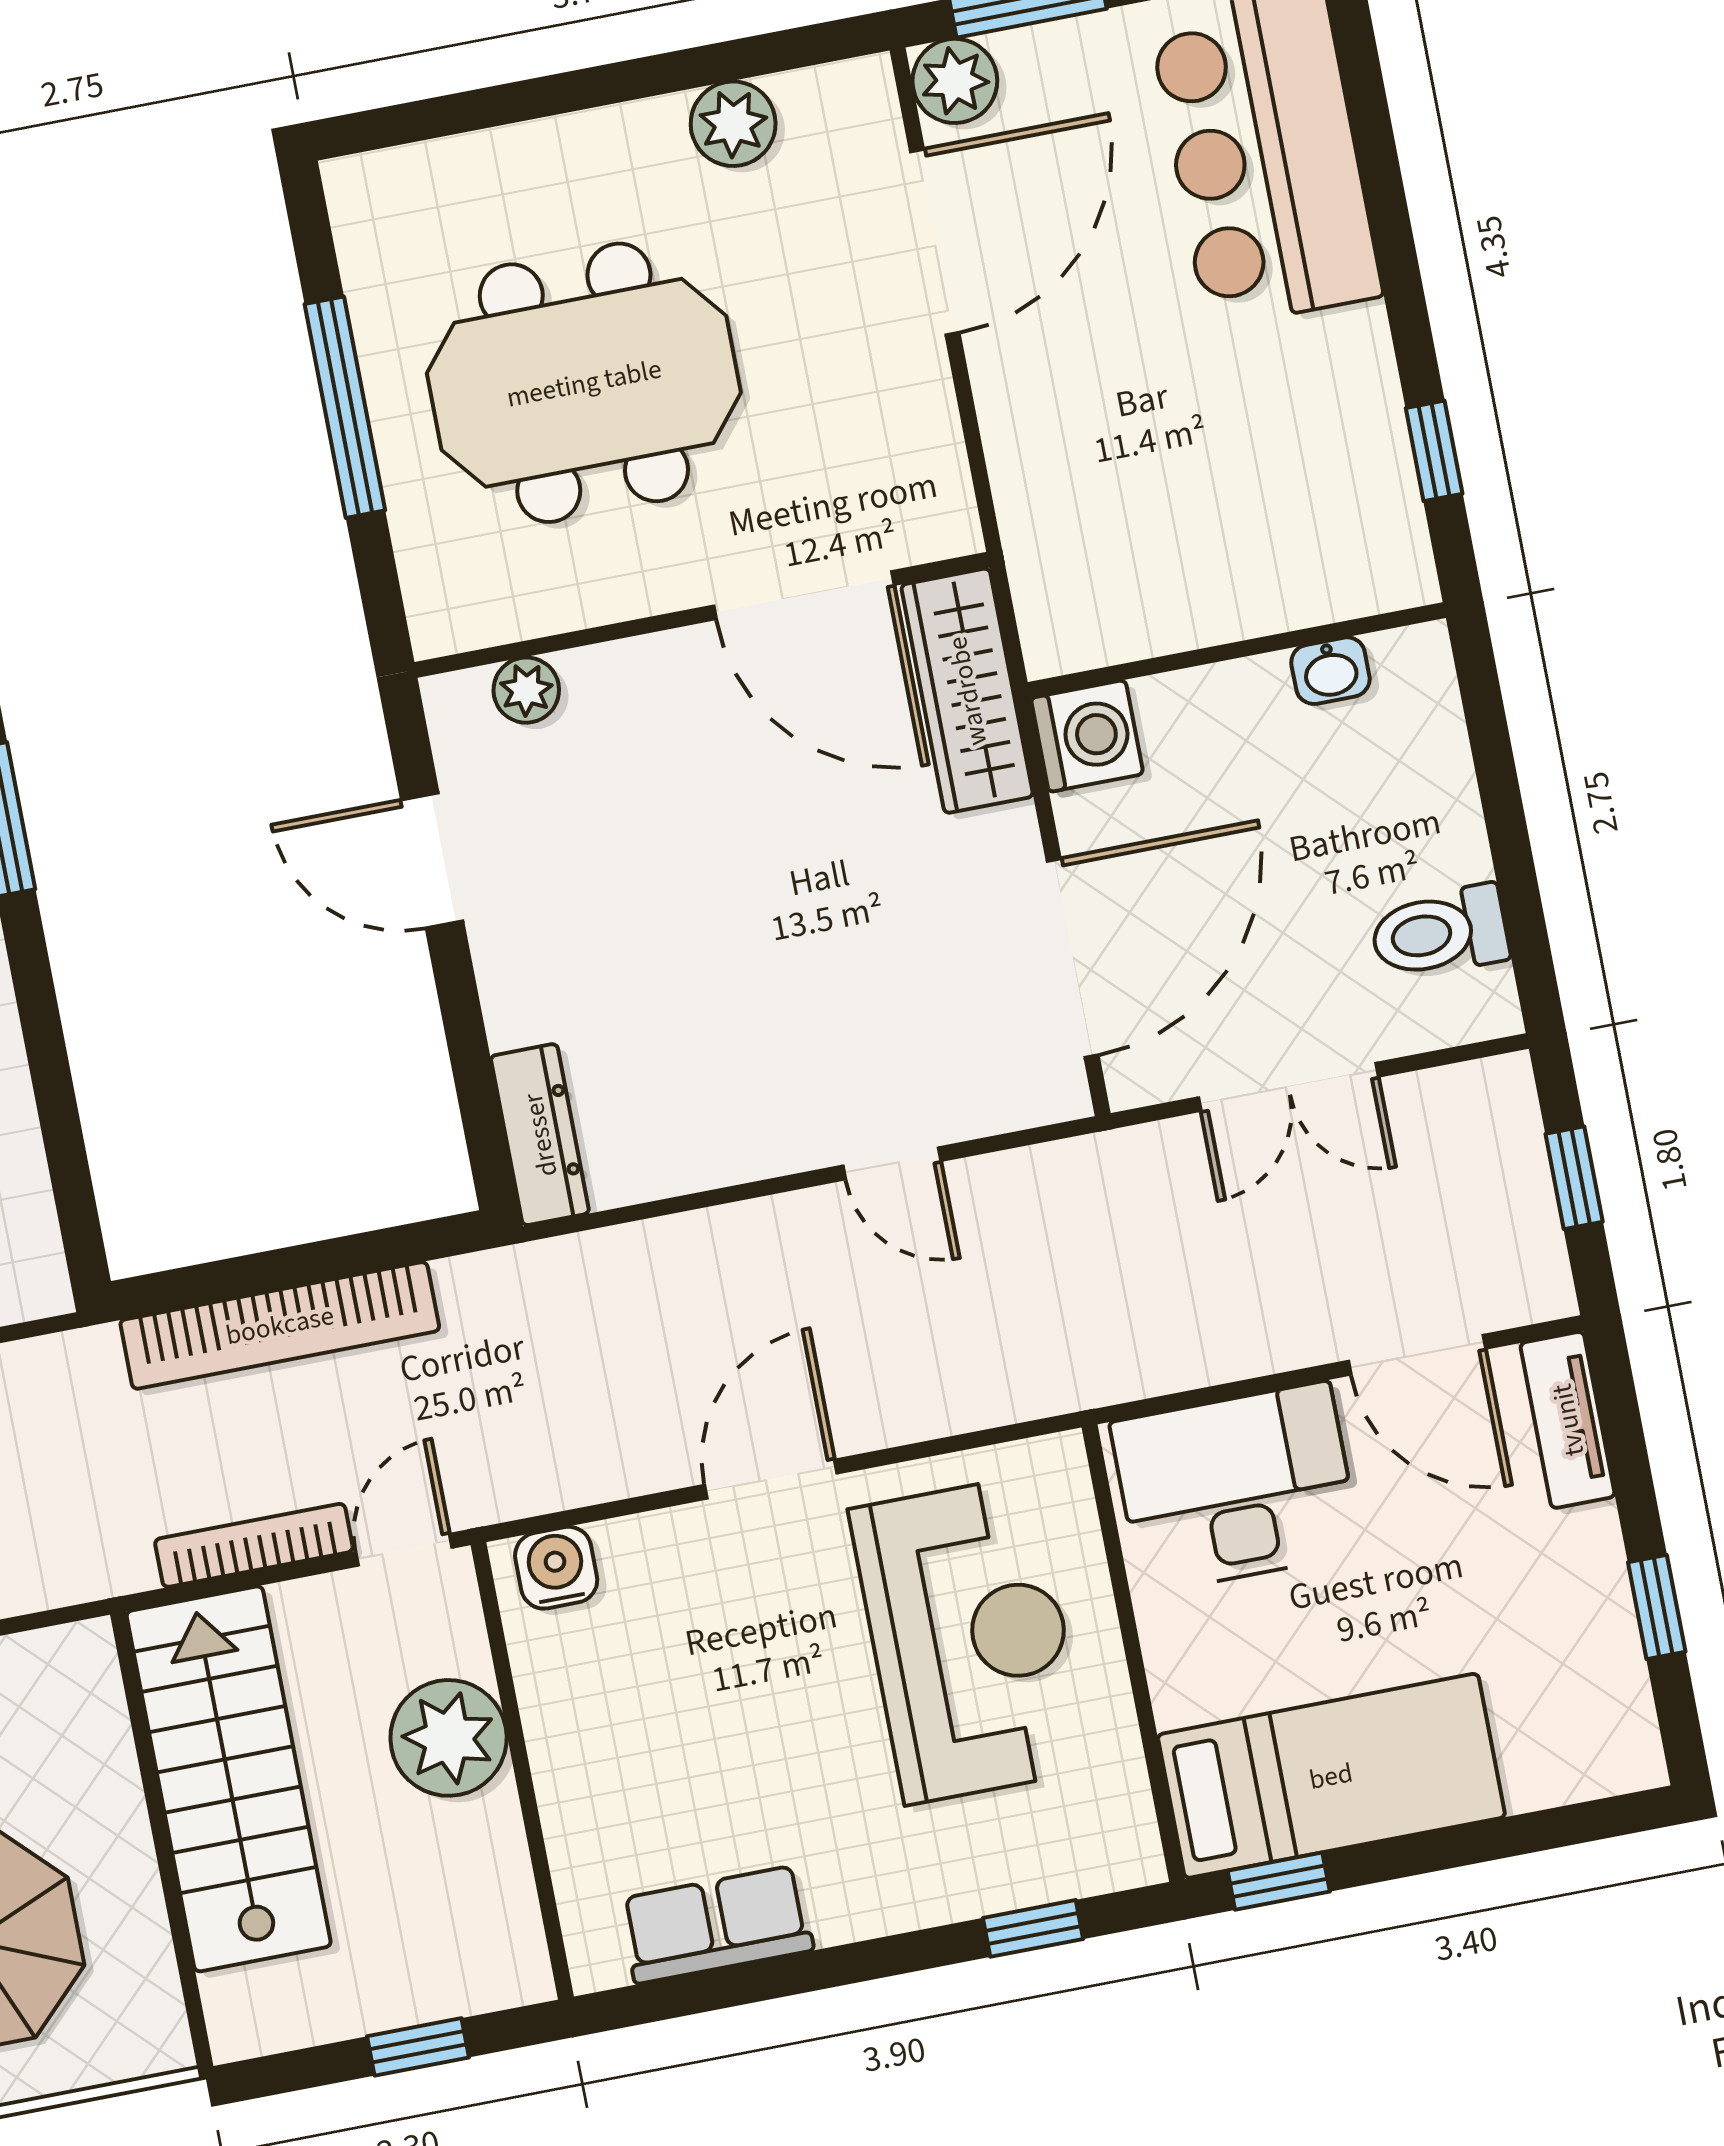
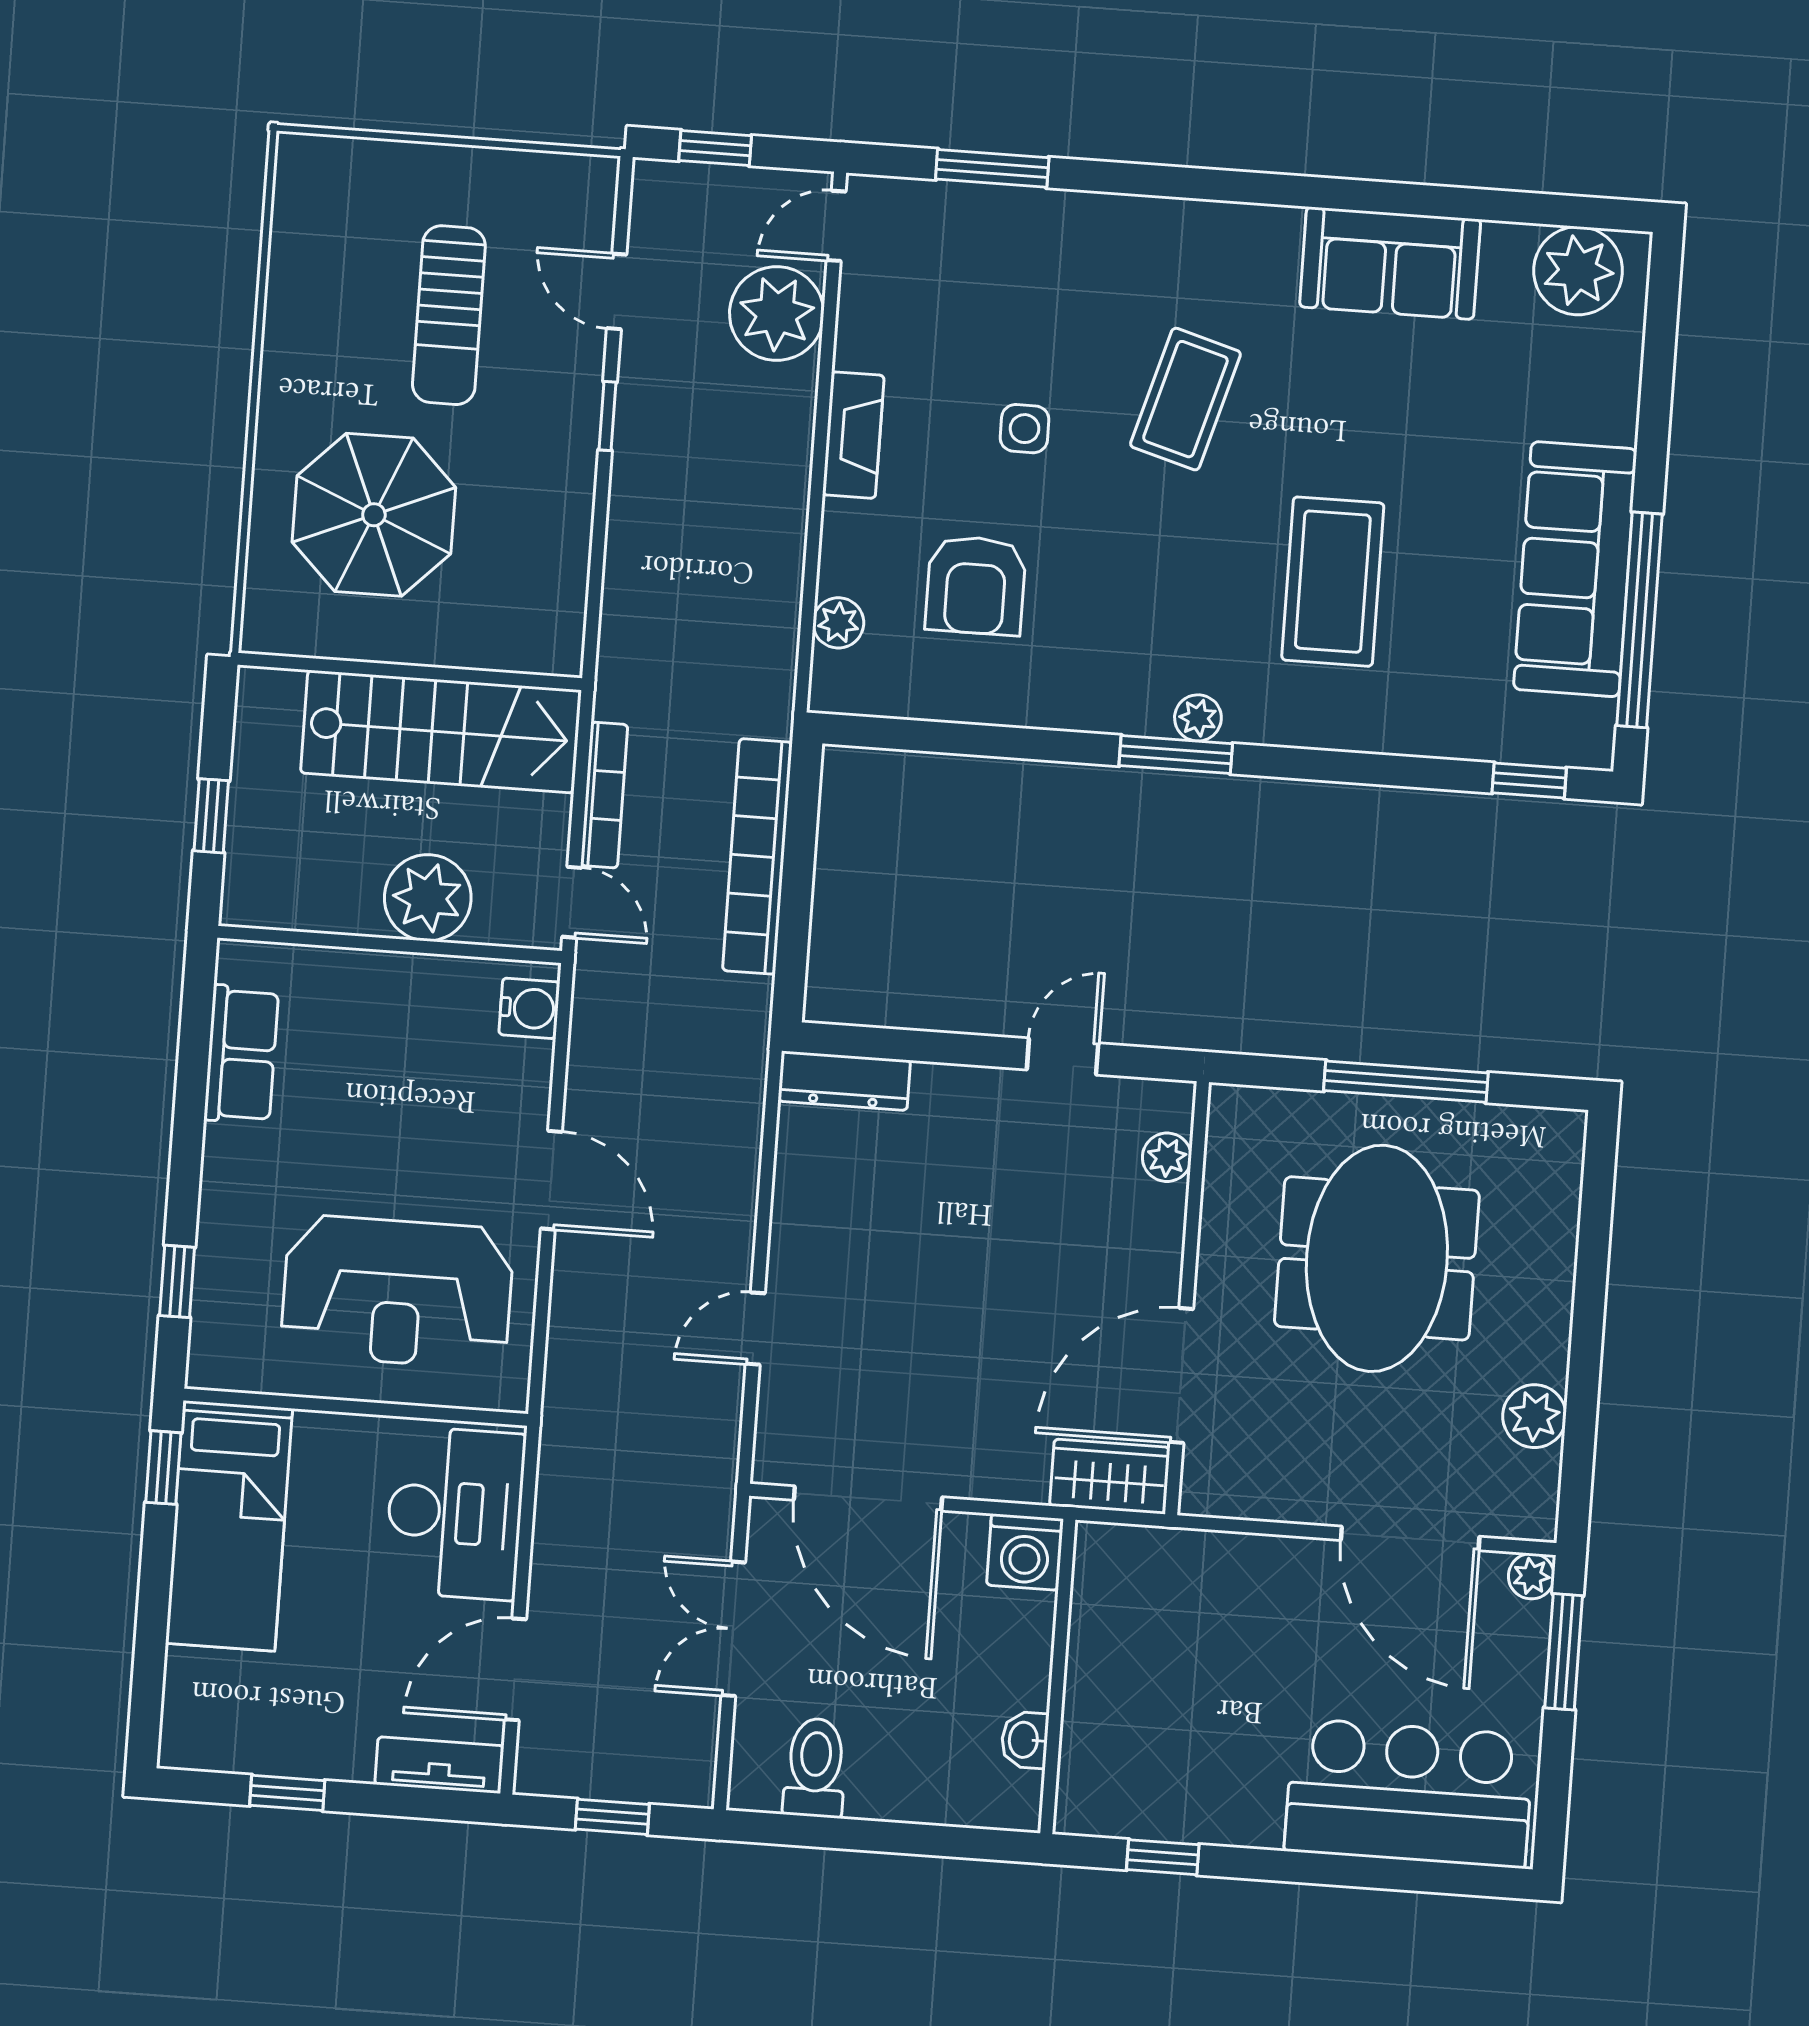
plant: (955, 81) -> (1531, 1576), width x0.73, depth x0.73
wardrobe: (967, 691) -> (1110, 1477), width x0.67
door: (432, 860) -> (1063, 1056), width x0.73

